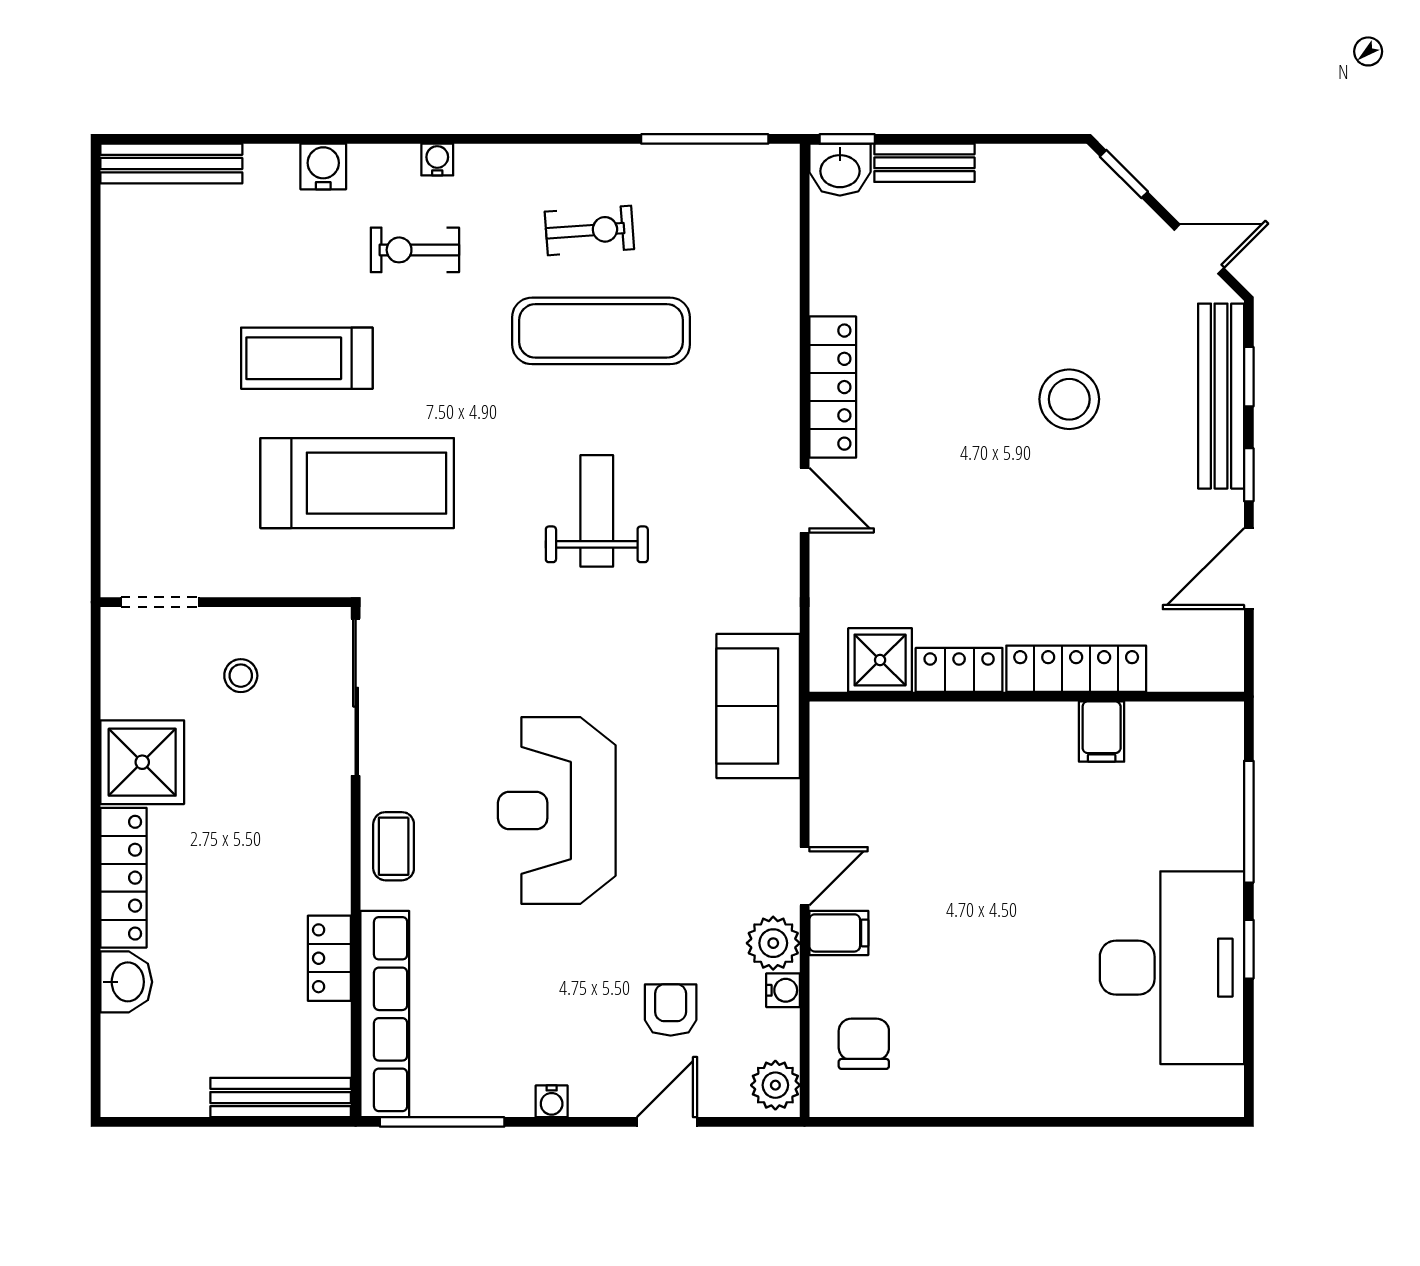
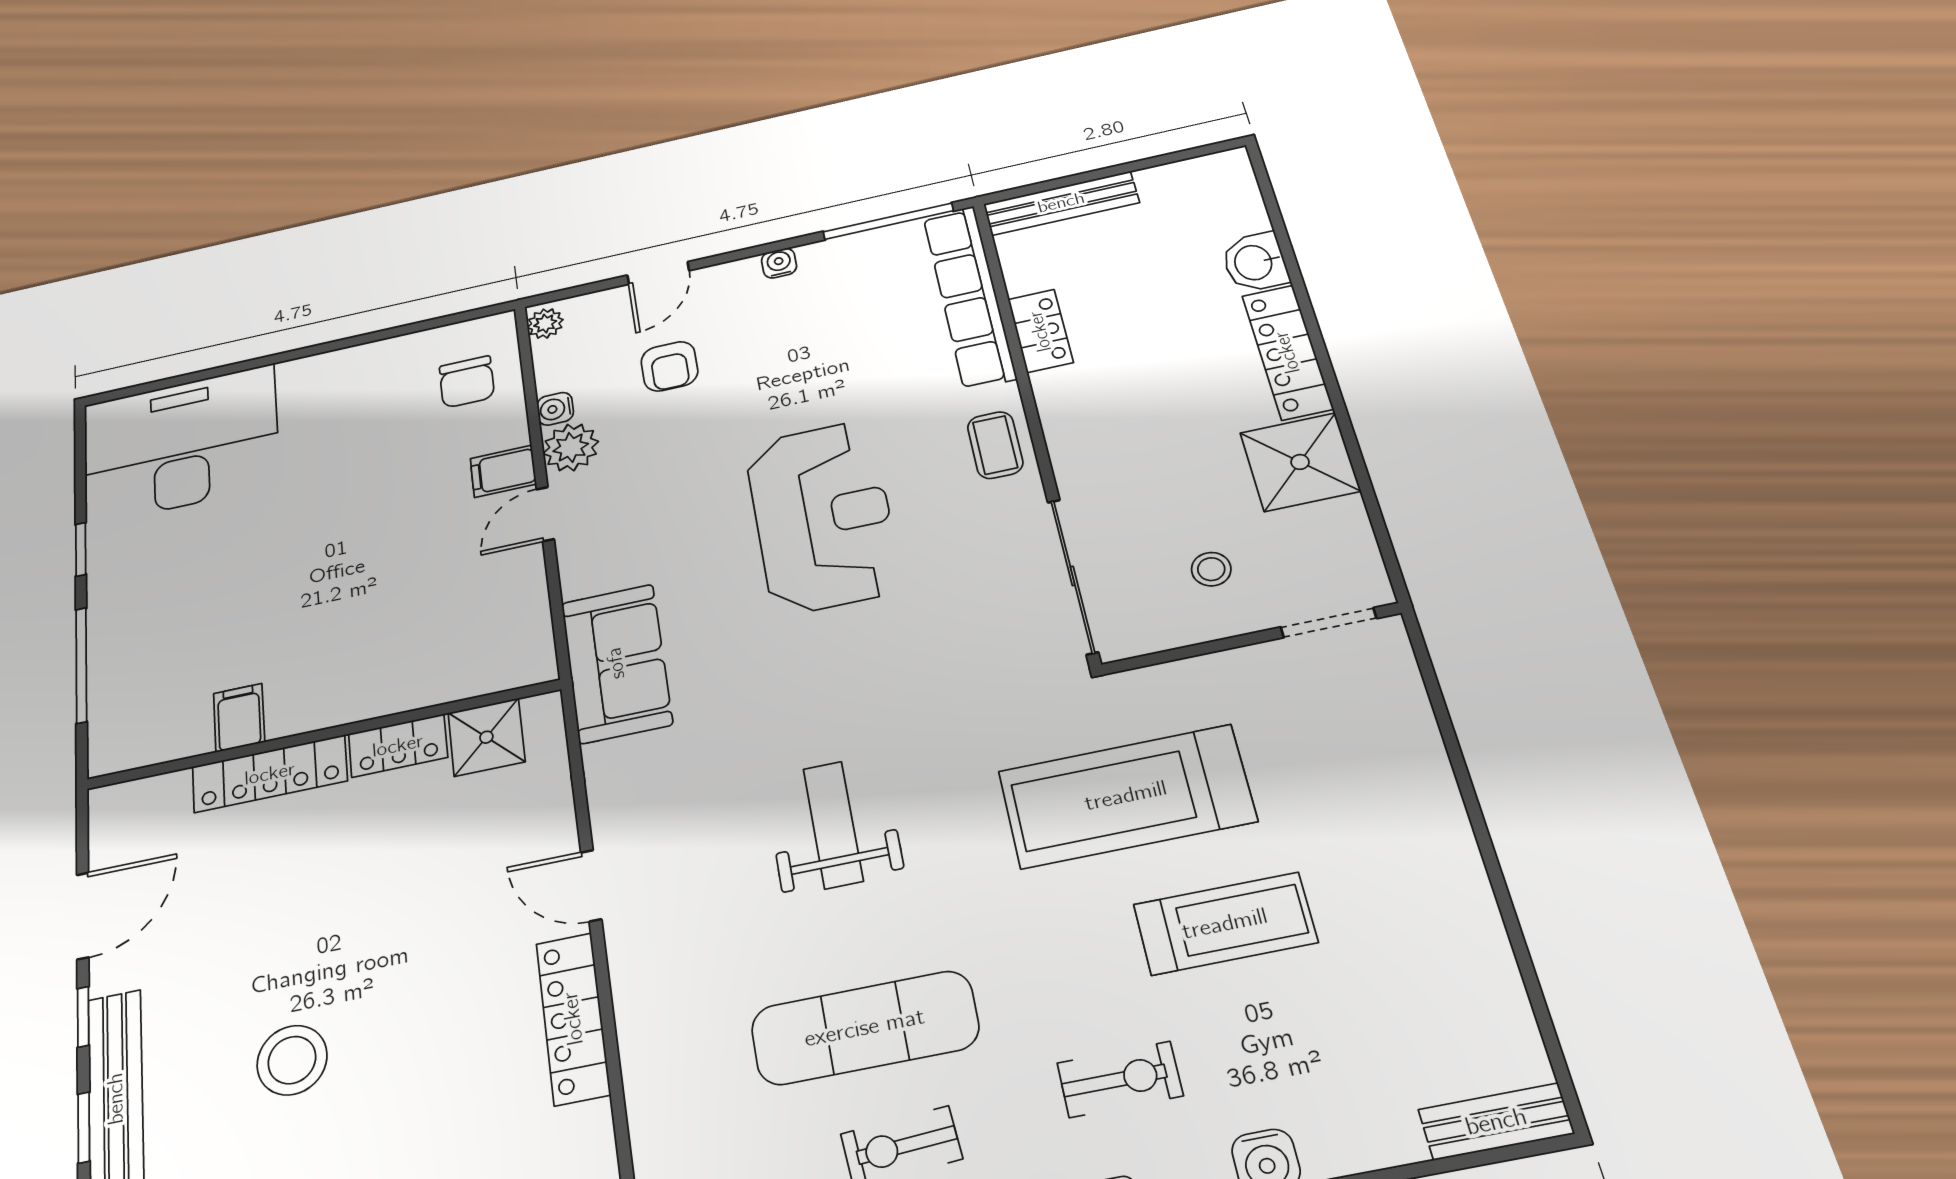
bench: (171, 164) -> (1496, 1122), width x0.73
weight bench: (597, 511) -> (833, 825), turned 180
desk: (1172, 968) -> (181, 444), moved, turned 90
plant: (775, 1085) -> (545, 324), width x0.73, depth x0.73

